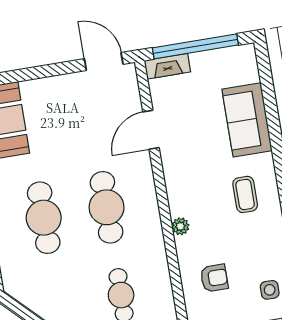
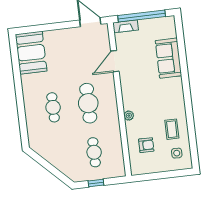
coffee table: (245, 194) -> (172, 129), moved
cafe table: (44, 218) -> (53, 107), width x0.73, depth x0.74

